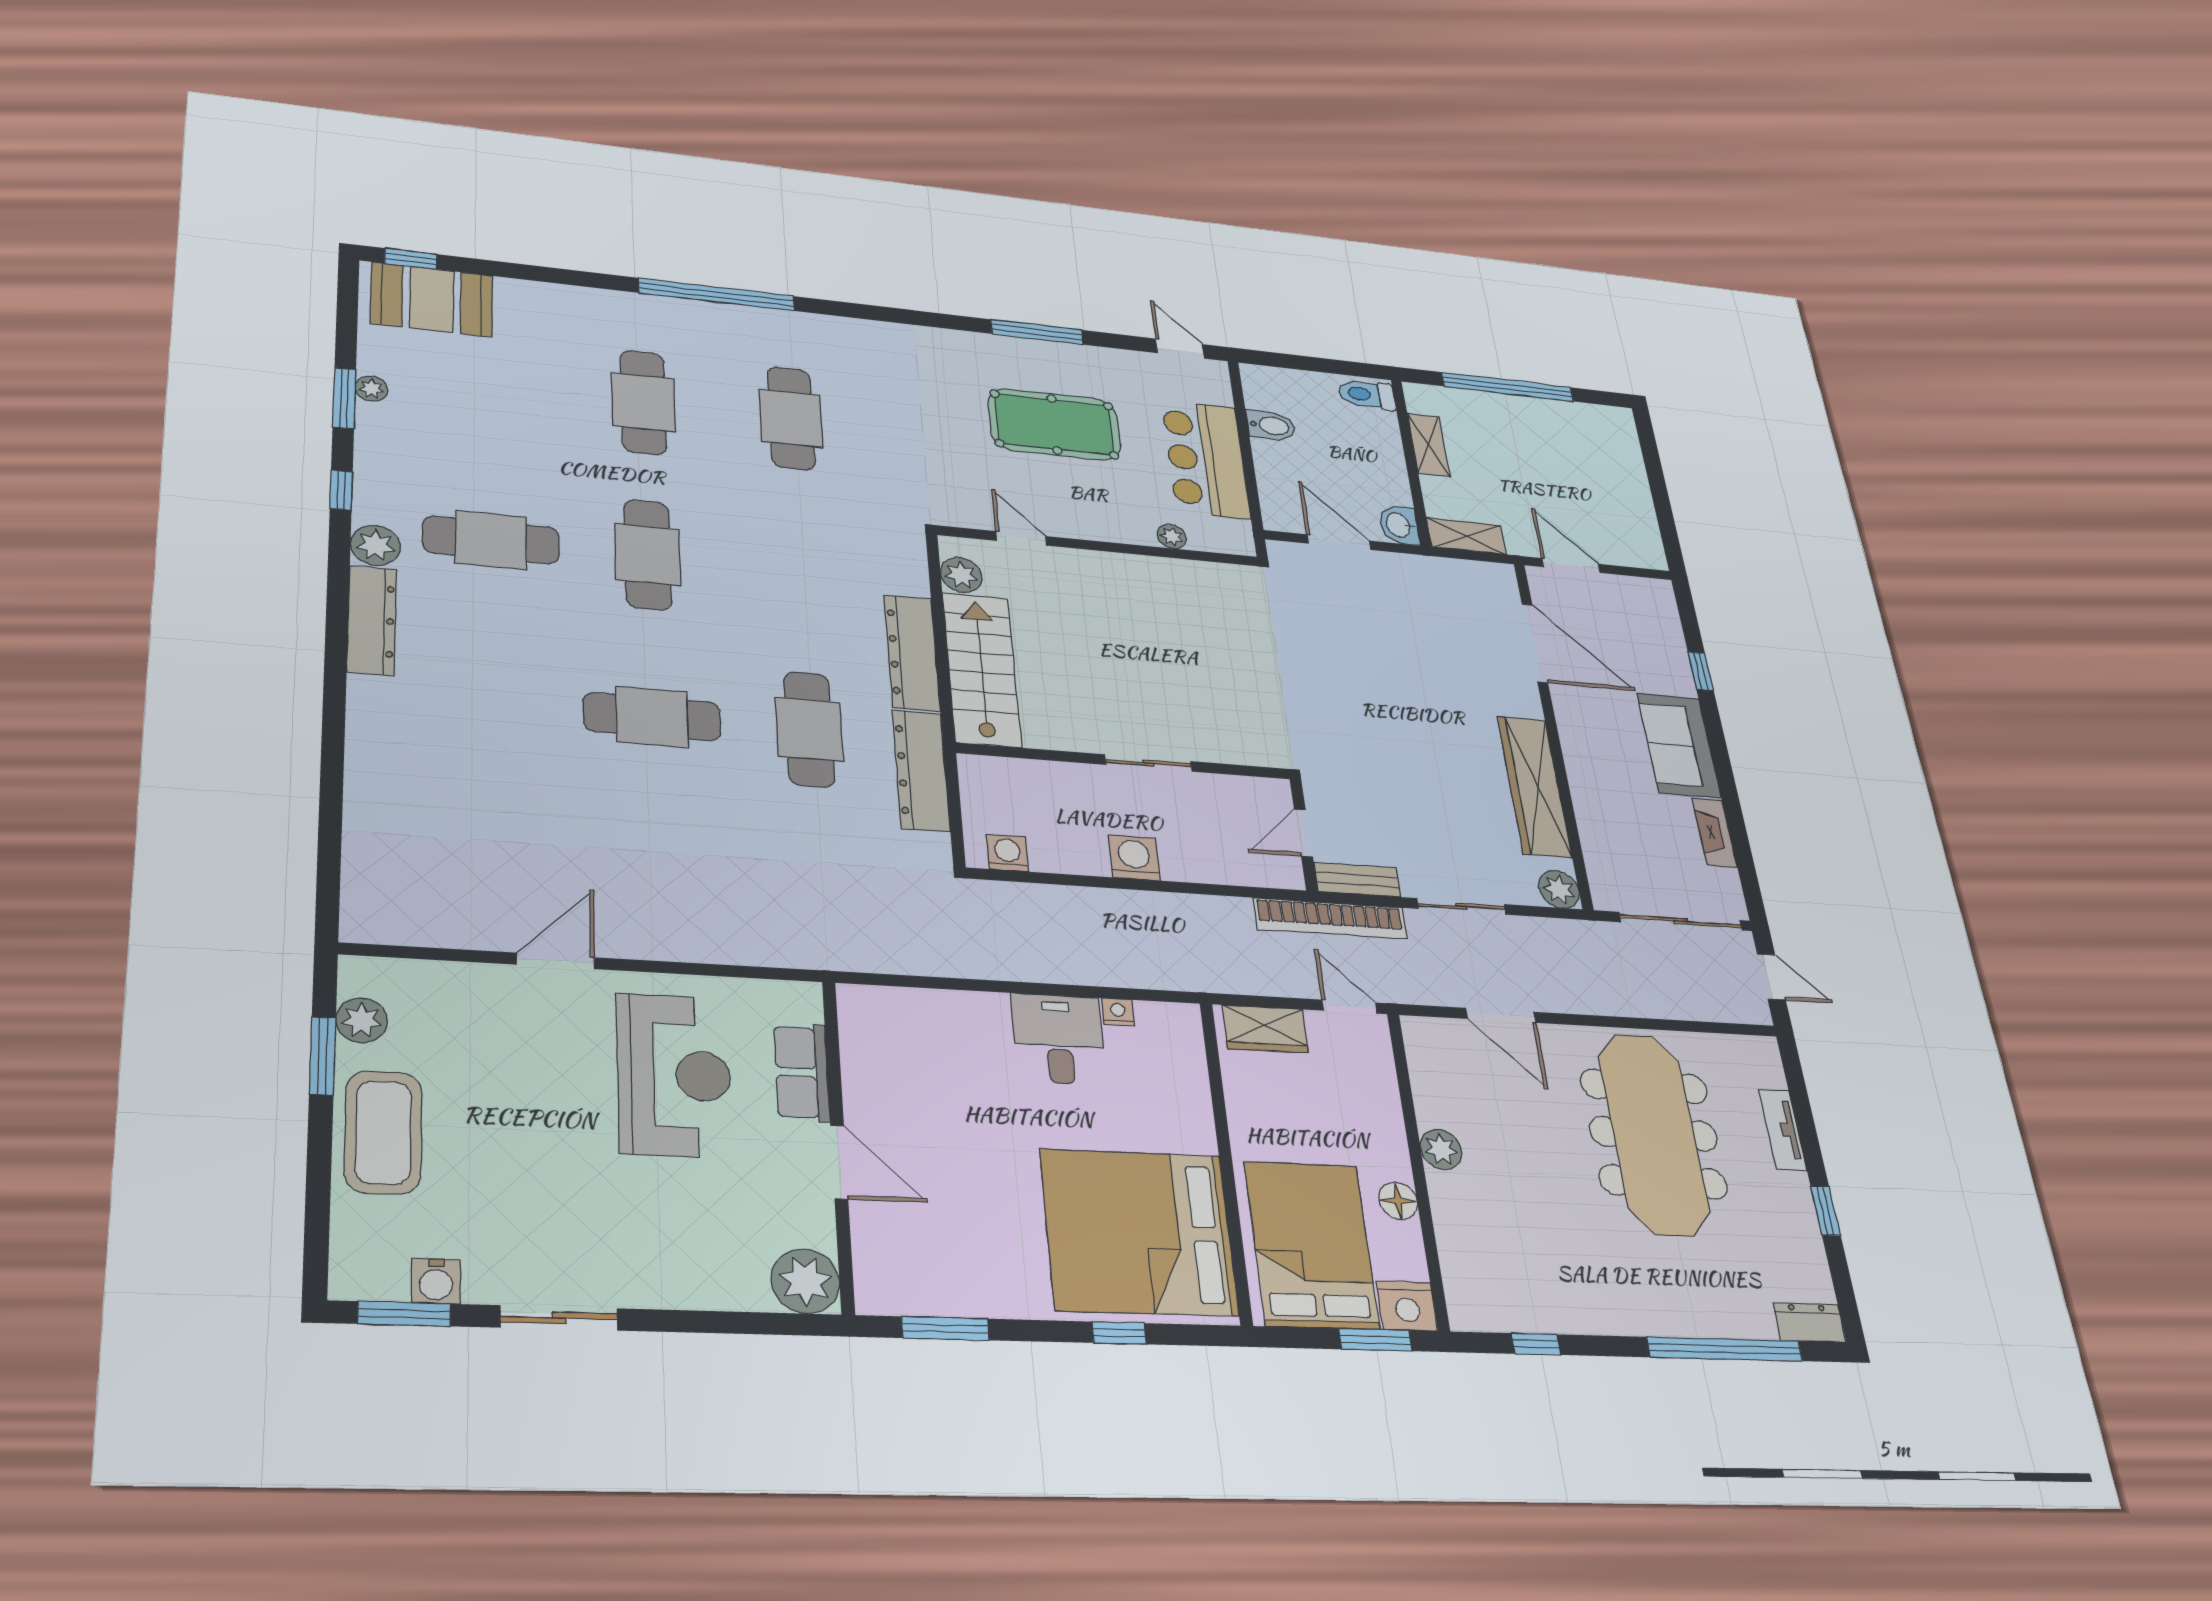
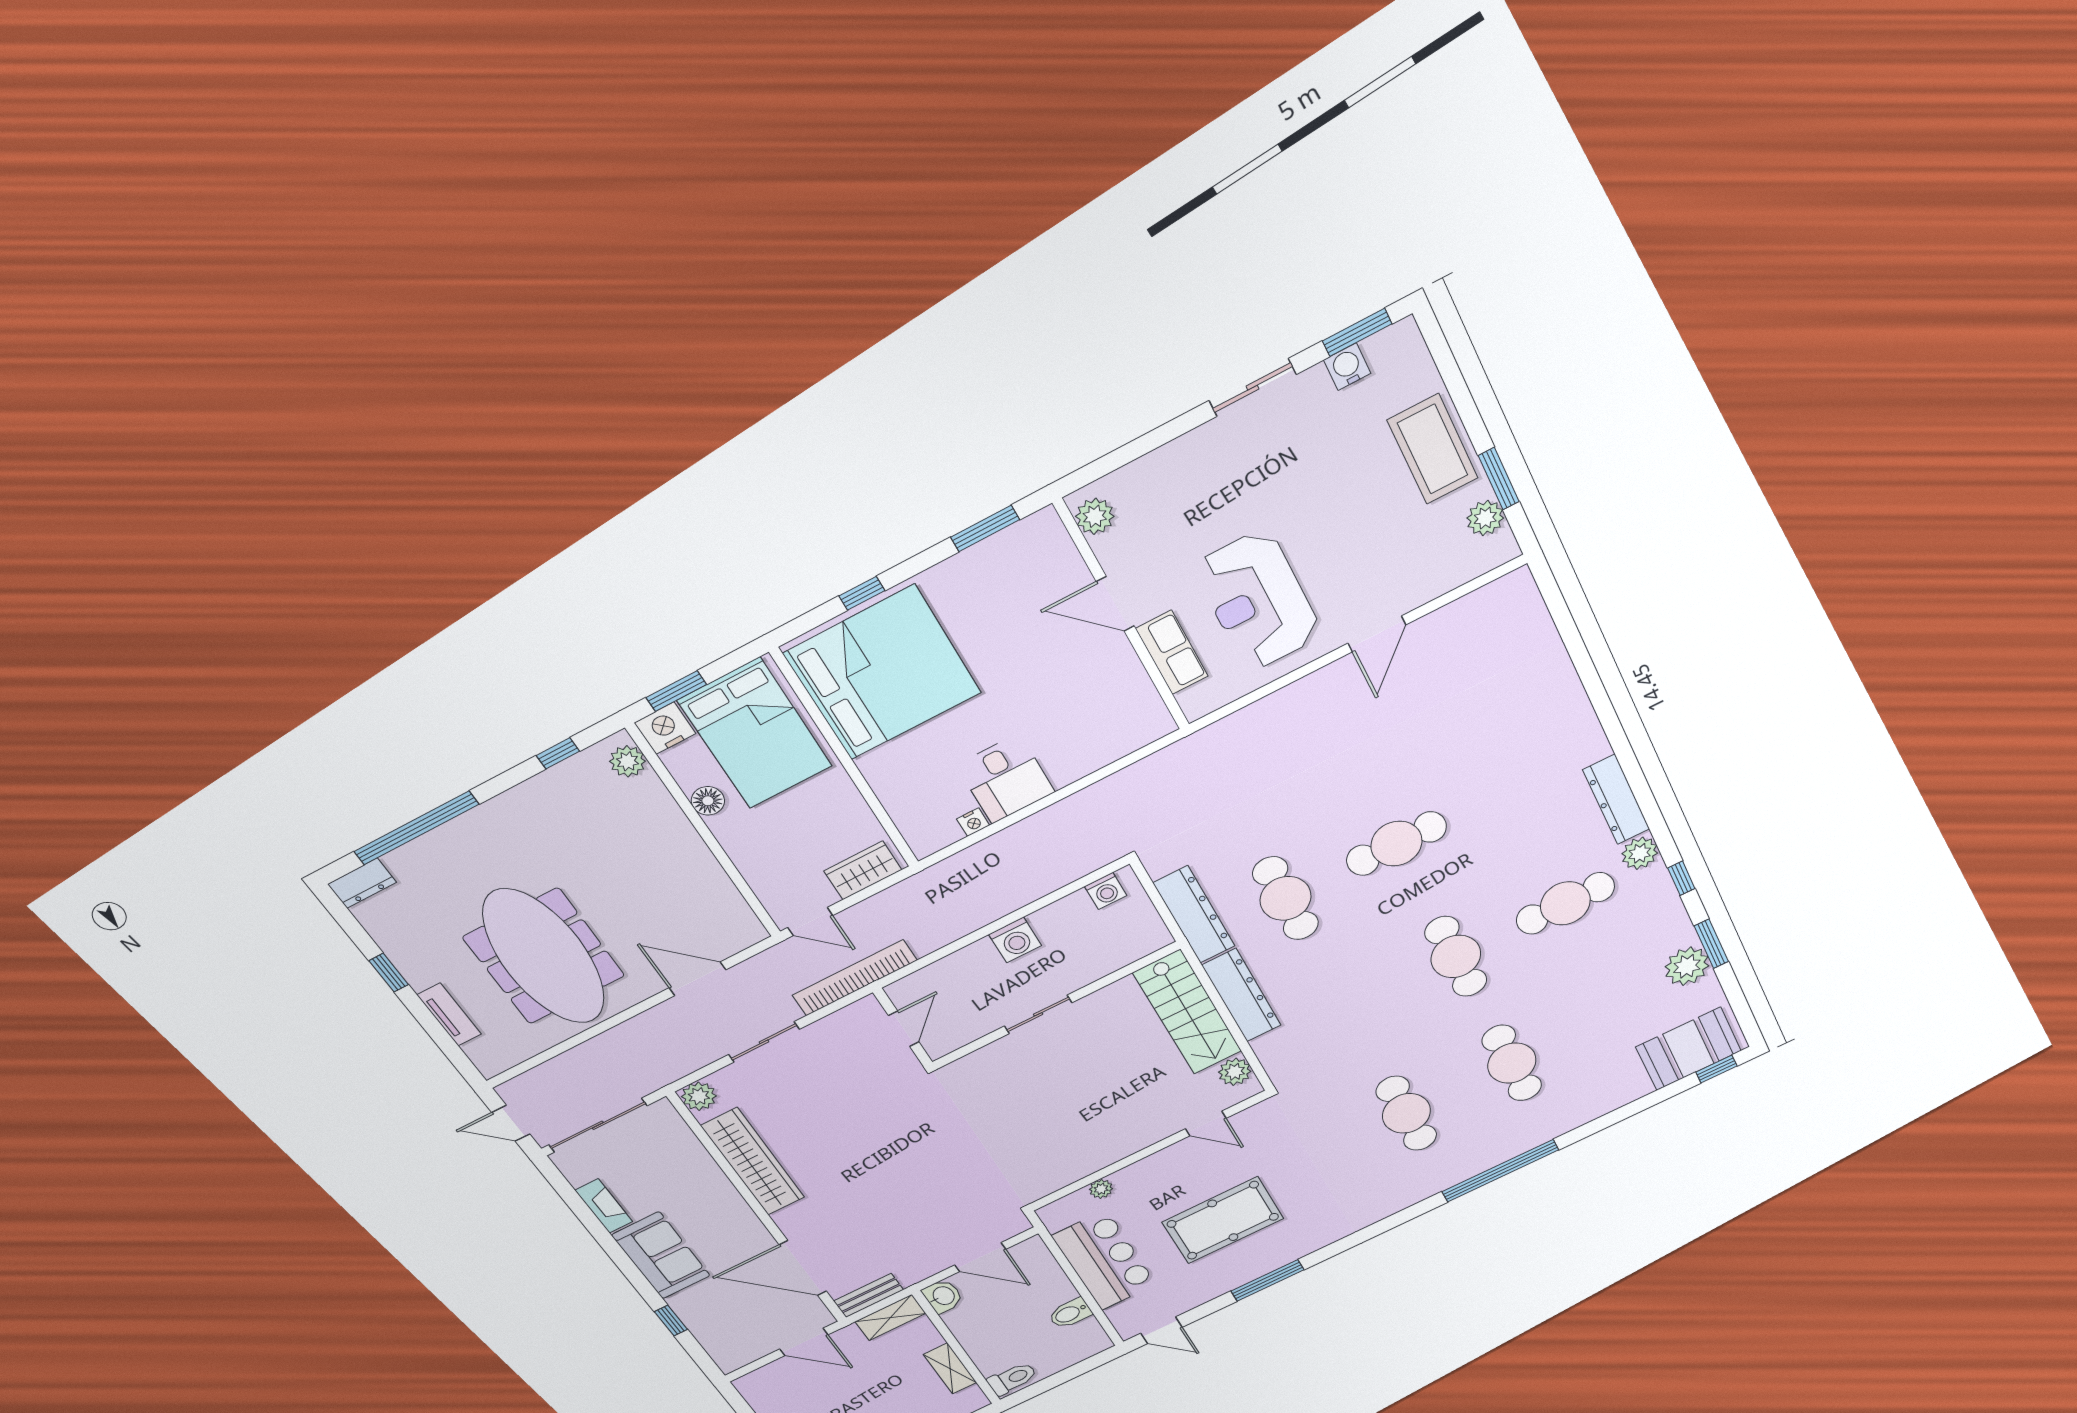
plant: (372, 389) -> (1687, 966), width x1.88, depth x1.88
bench: (1357, 880) -> (868, 1295), moved
plant: (1441, 1149) -> (627, 761), moved
plant: (805, 1281) -> (1095, 516), width x0.73, depth x0.73

